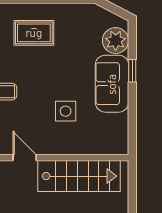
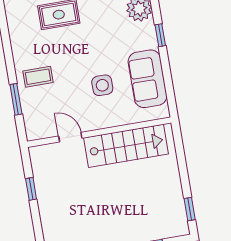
sofa: (112, 84) -> (147, 79), moved

